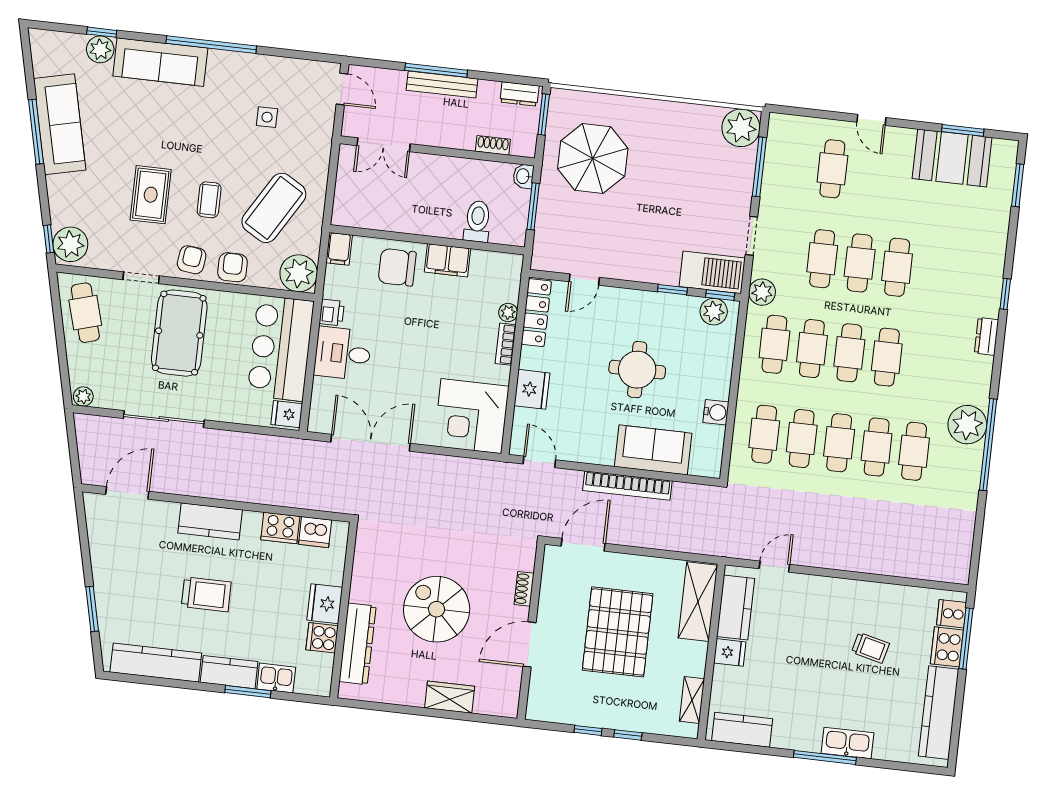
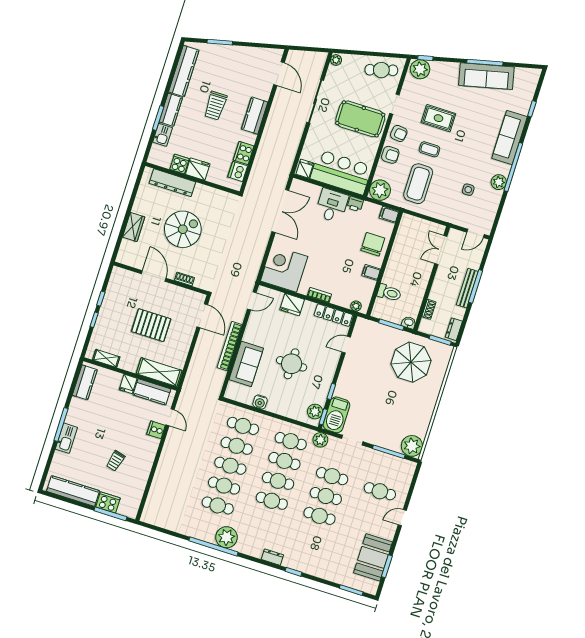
plant: (100, 49) -> (499, 182), moved
coffee table: (274, 208) -> (418, 184), turned 59
filing cabinet: (448, 260) -> (371, 272), width x0.50
door: (584, 280) -> (346, 345), hinge flipped
plant: (508, 313) -> (356, 306), moved
cooker: (952, 614) -> (156, 430), moved, turned -90
pallet: (618, 632) -> (151, 325), width x0.73, depth x0.71

